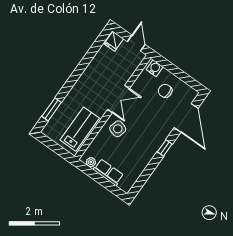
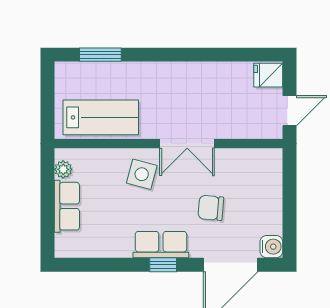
water cooler: (155, 68) -> (271, 247), moved
chair: (165, 91) -> (211, 208), moved, turned -85
row of seats: (155, 142) -> (161, 245), added

